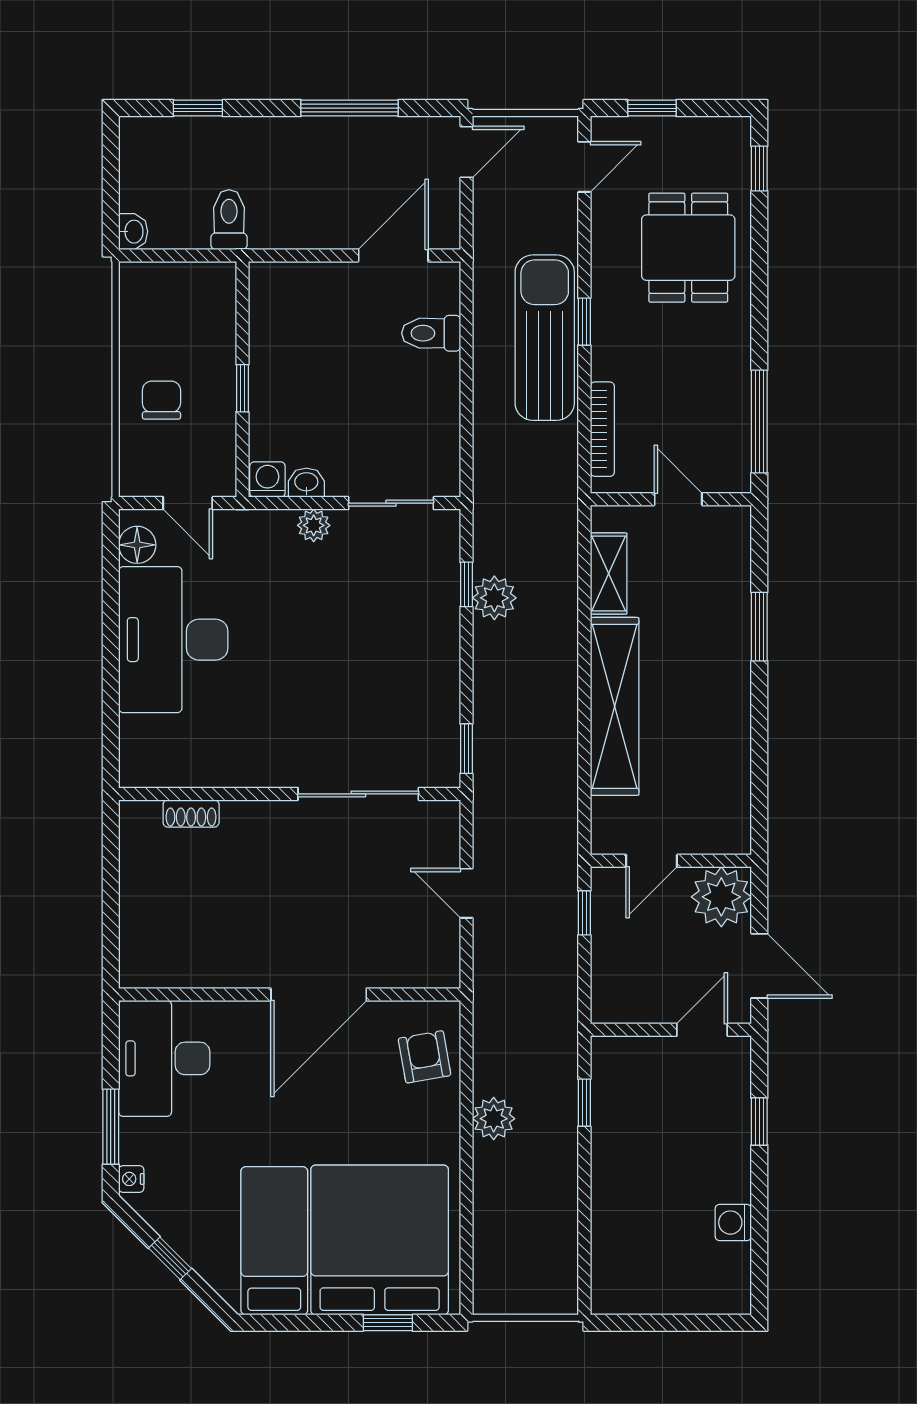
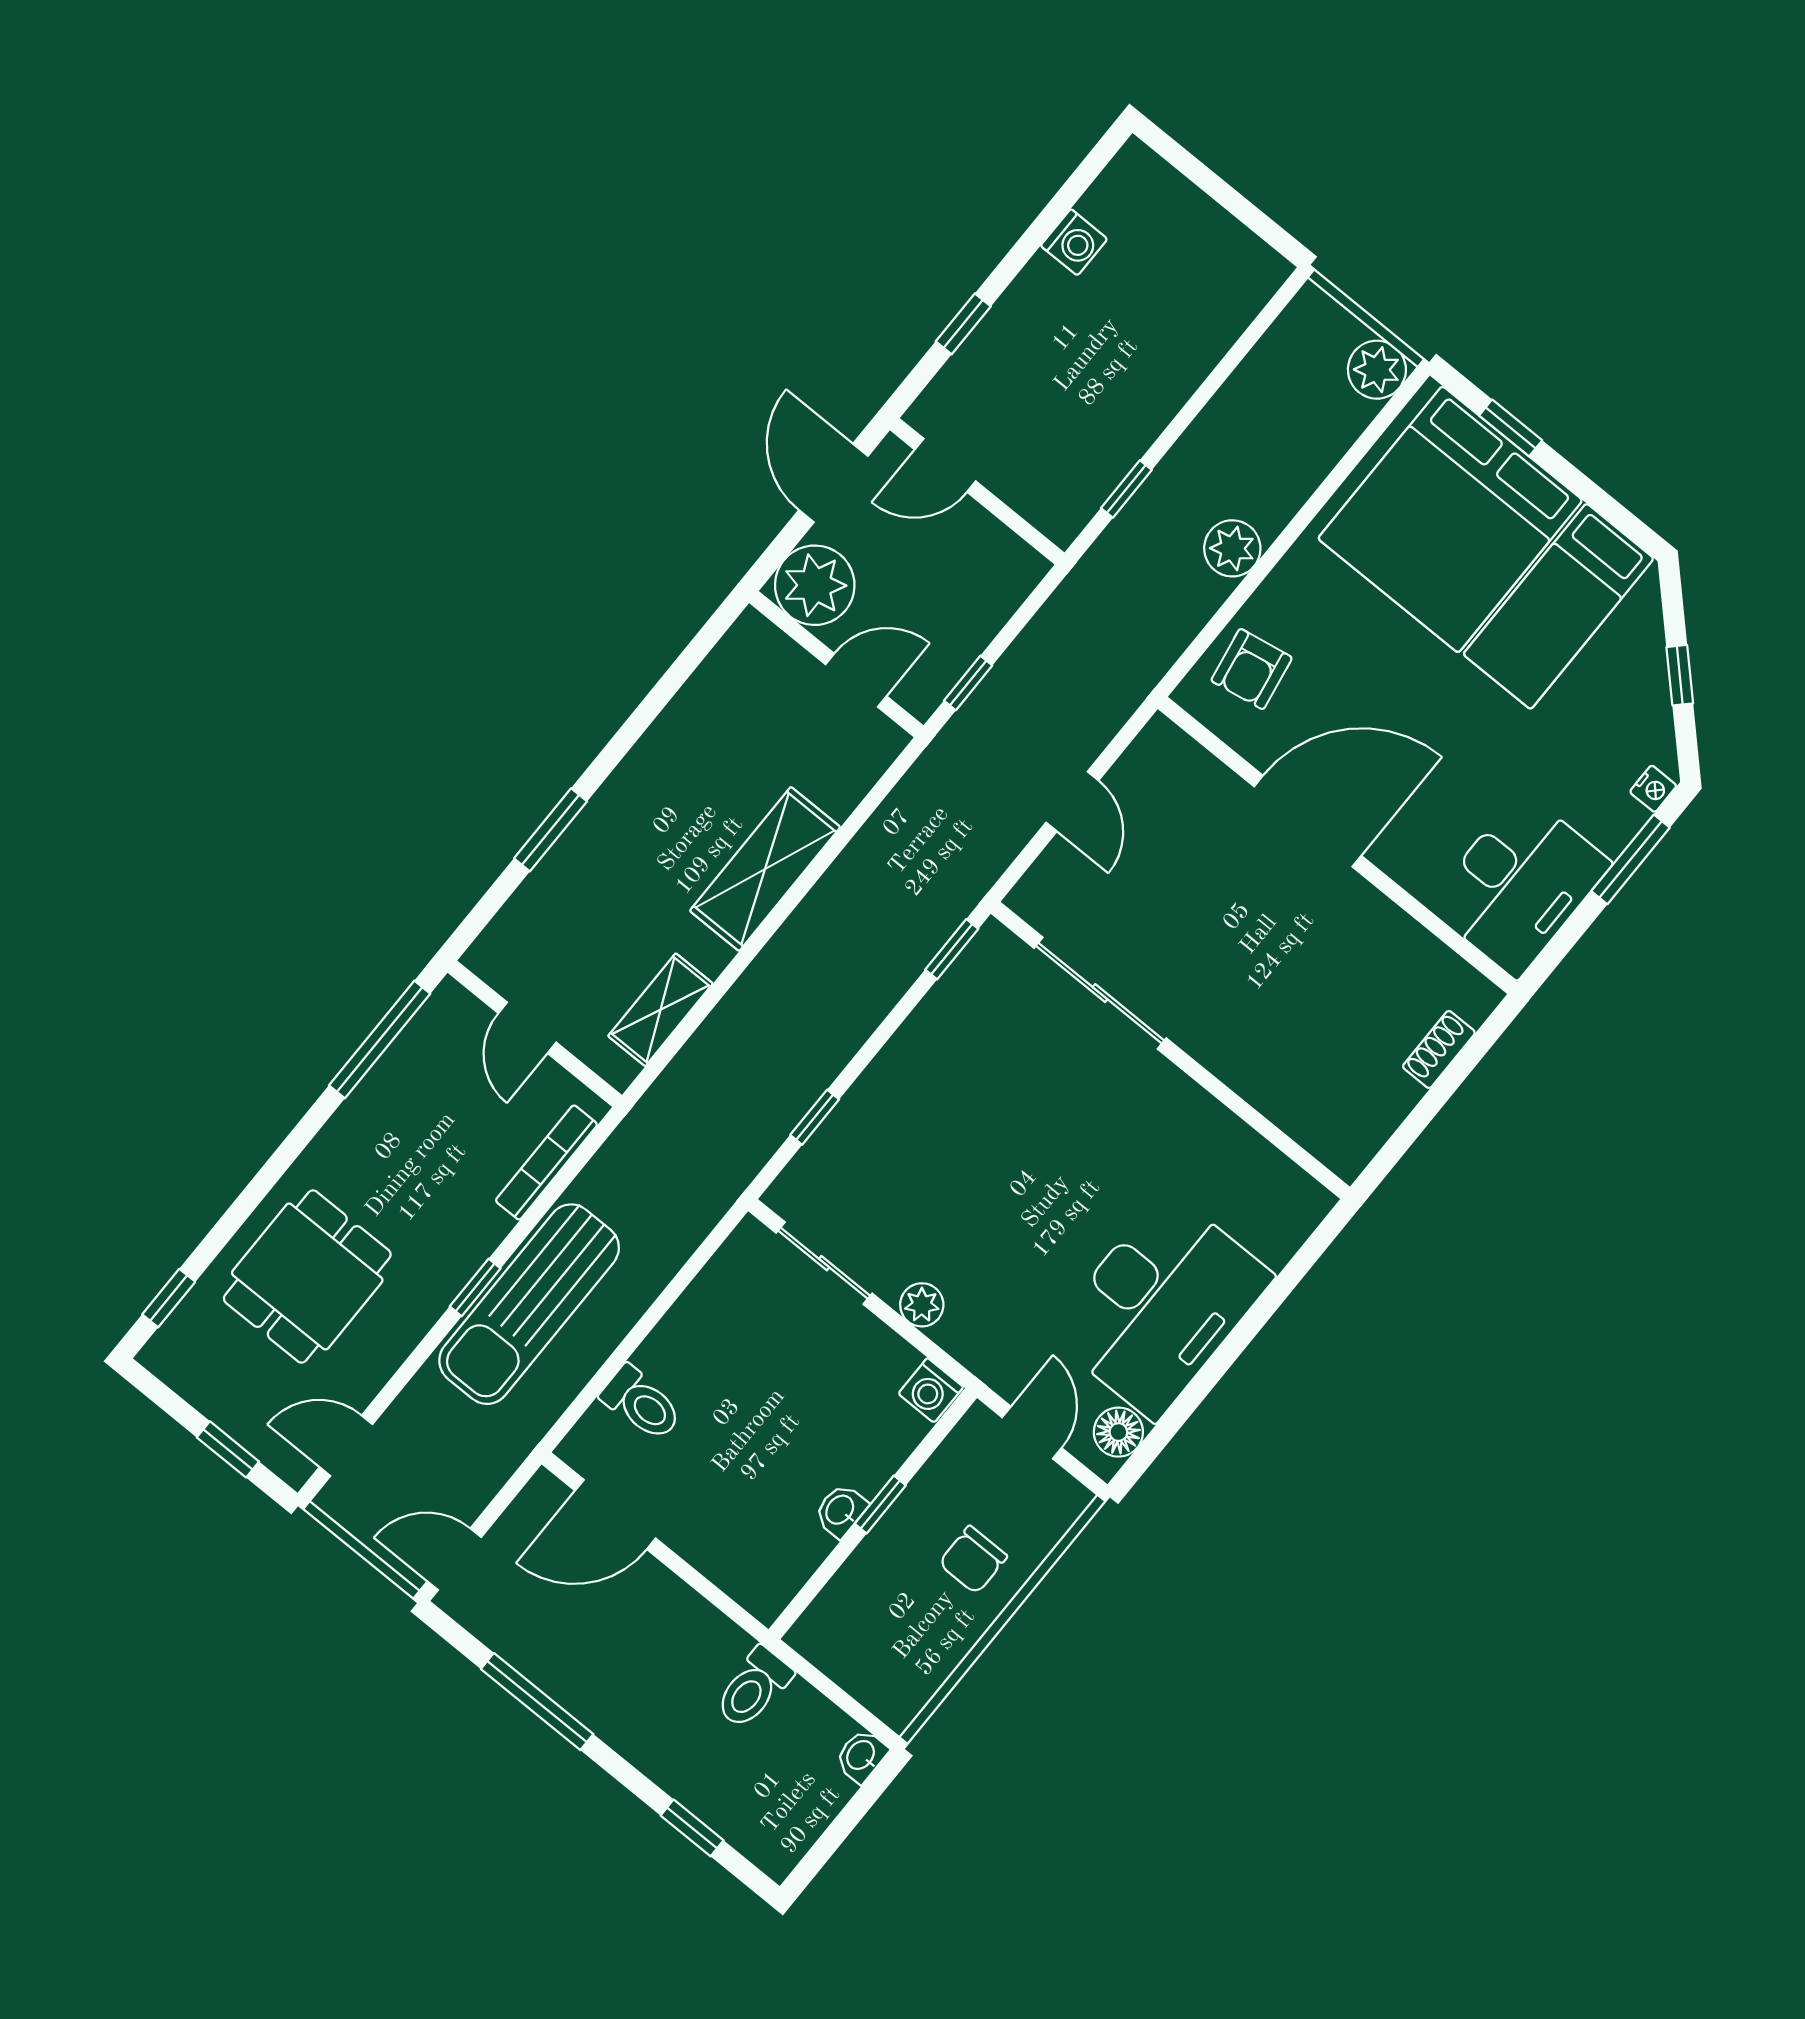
washbasin: (306, 483) -> (841, 1510), moved, turned 90
plant: (494, 598) -> (1377, 370), moved
shelving: (615, 706) -> (765, 869), width x0.68
shoe rack: (191, 813) -> (1439, 1050), moved, turned -90

